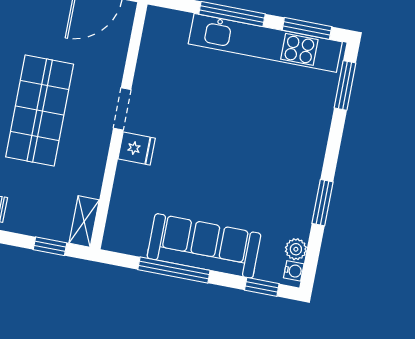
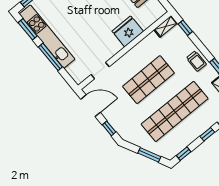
doorway: (122, 109) -> (100, 71), moved
fridge: (137, 149) -> (128, 31), width x1.88, depth x1.34

